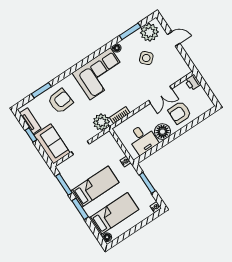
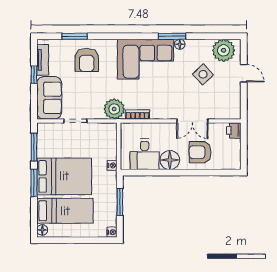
window: (130, 31) -> (172, 36), moved
armchair: (60, 101) -> (87, 60), turned 95
bed: (95, 187) -> (64, 176), width x1.50

